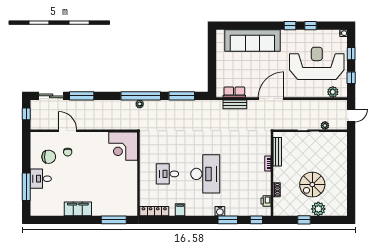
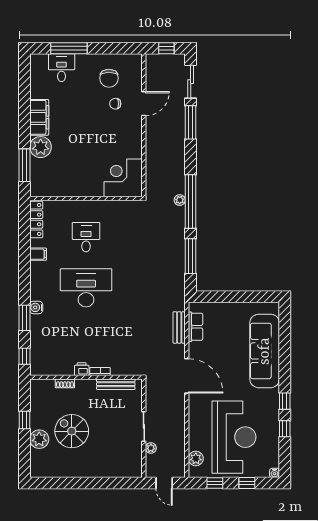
desk: (205, 174) -> (86, 288), turned 180
desk: (41, 179) -> (62, 68), moved
printer: (266, 201) -> (82, 369), moved
plant: (100, 208) -> (41, 147), added

